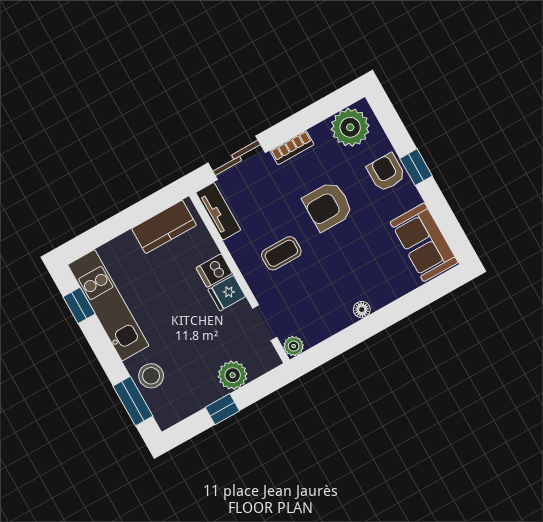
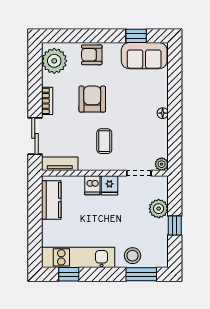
window: (416, 167) -> (136, 36), moved
armchair: (328, 206) -> (92, 99), turned 180

